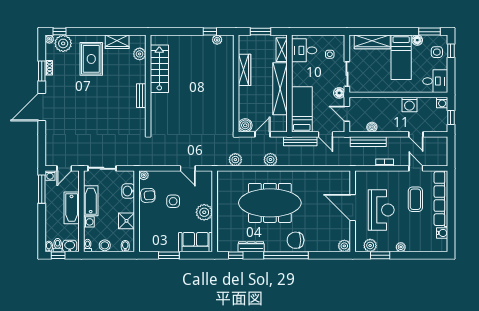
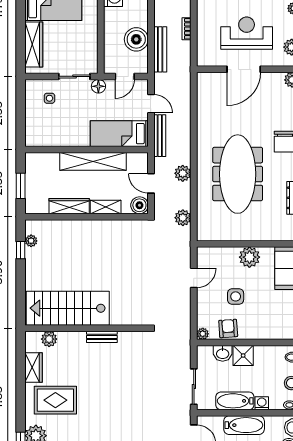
shelving: (282, 50) -> (106, 207), moved
desk: (304, 50) -> (45, 131), removed
stairs: (159, 69) -> (68, 308), width x1.36, depth x1.51
boiler: (372, 127) -> (136, 39), width x1.86, depth x1.86
door: (325, 134) -> (151, 104), hinge flipped
shower: (127, 221) -> (243, 356), moved

